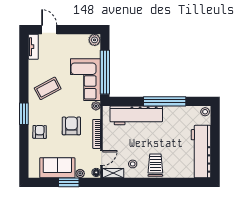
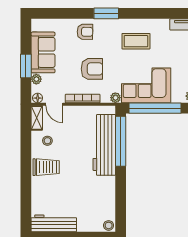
coffee table: (48, 88) -> (136, 41), turned -62
window: (165, 101) -> (121, 141), moved
workbench: (201, 152) -> (54, 223), width x0.73, depth x0.76

